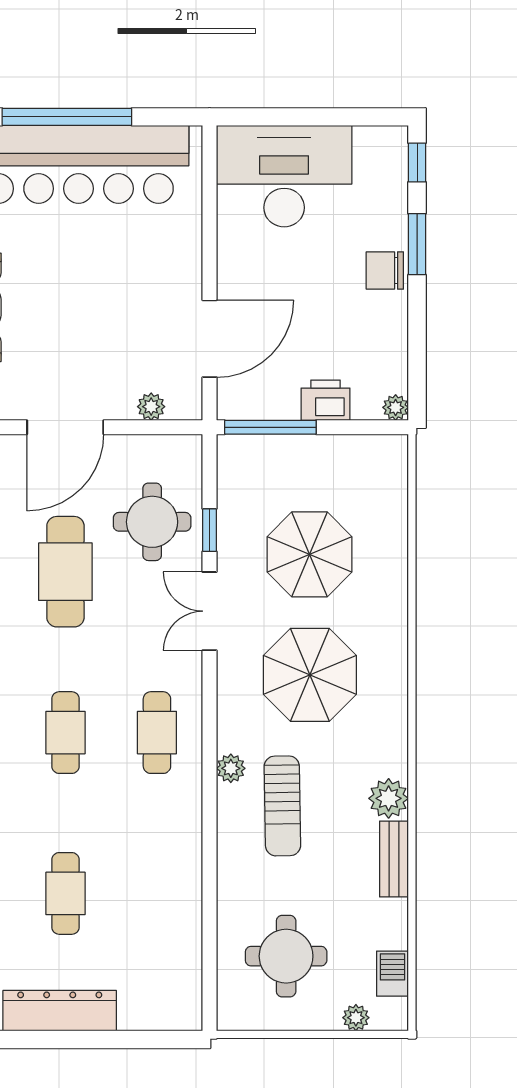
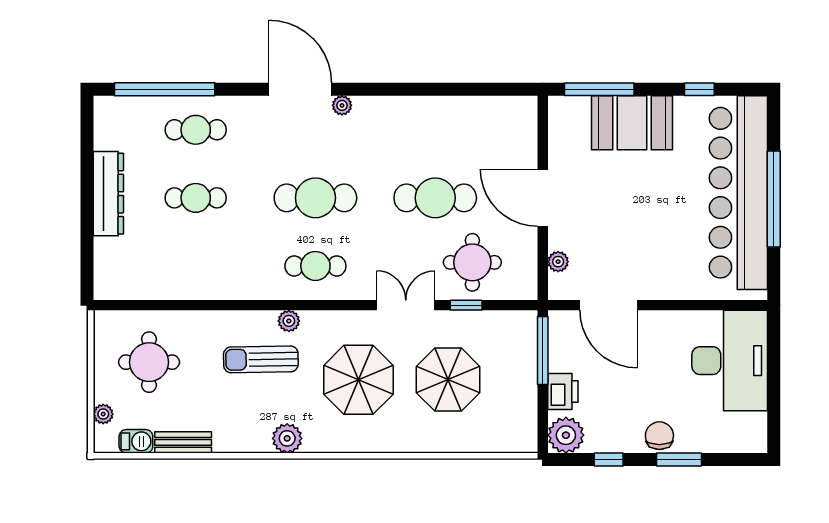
window: (417, 163) -> (609, 460), moved
plant: (396, 407) -> (566, 435), width x1.88, depth x1.88
cafe table: (65, 733) -> (315, 198), width x1.37, depth x1.35
plant: (389, 798) -> (287, 438), moved
bench: (394, 859) -> (183, 442), moved

